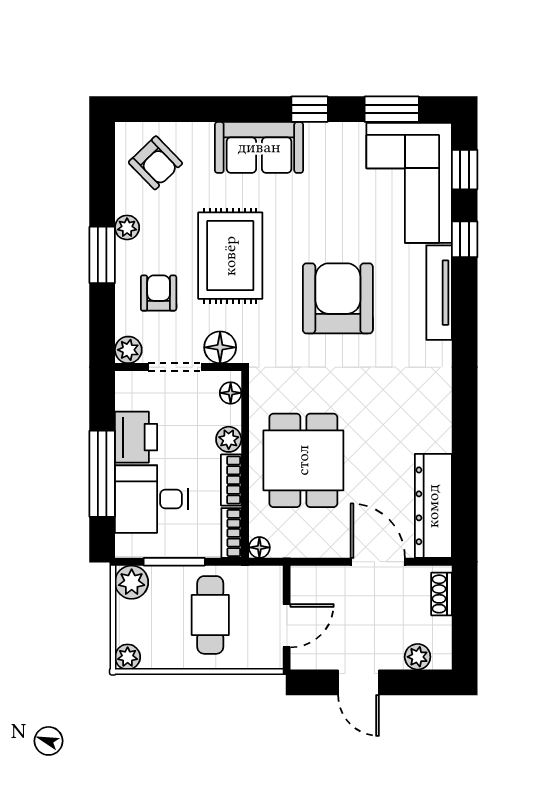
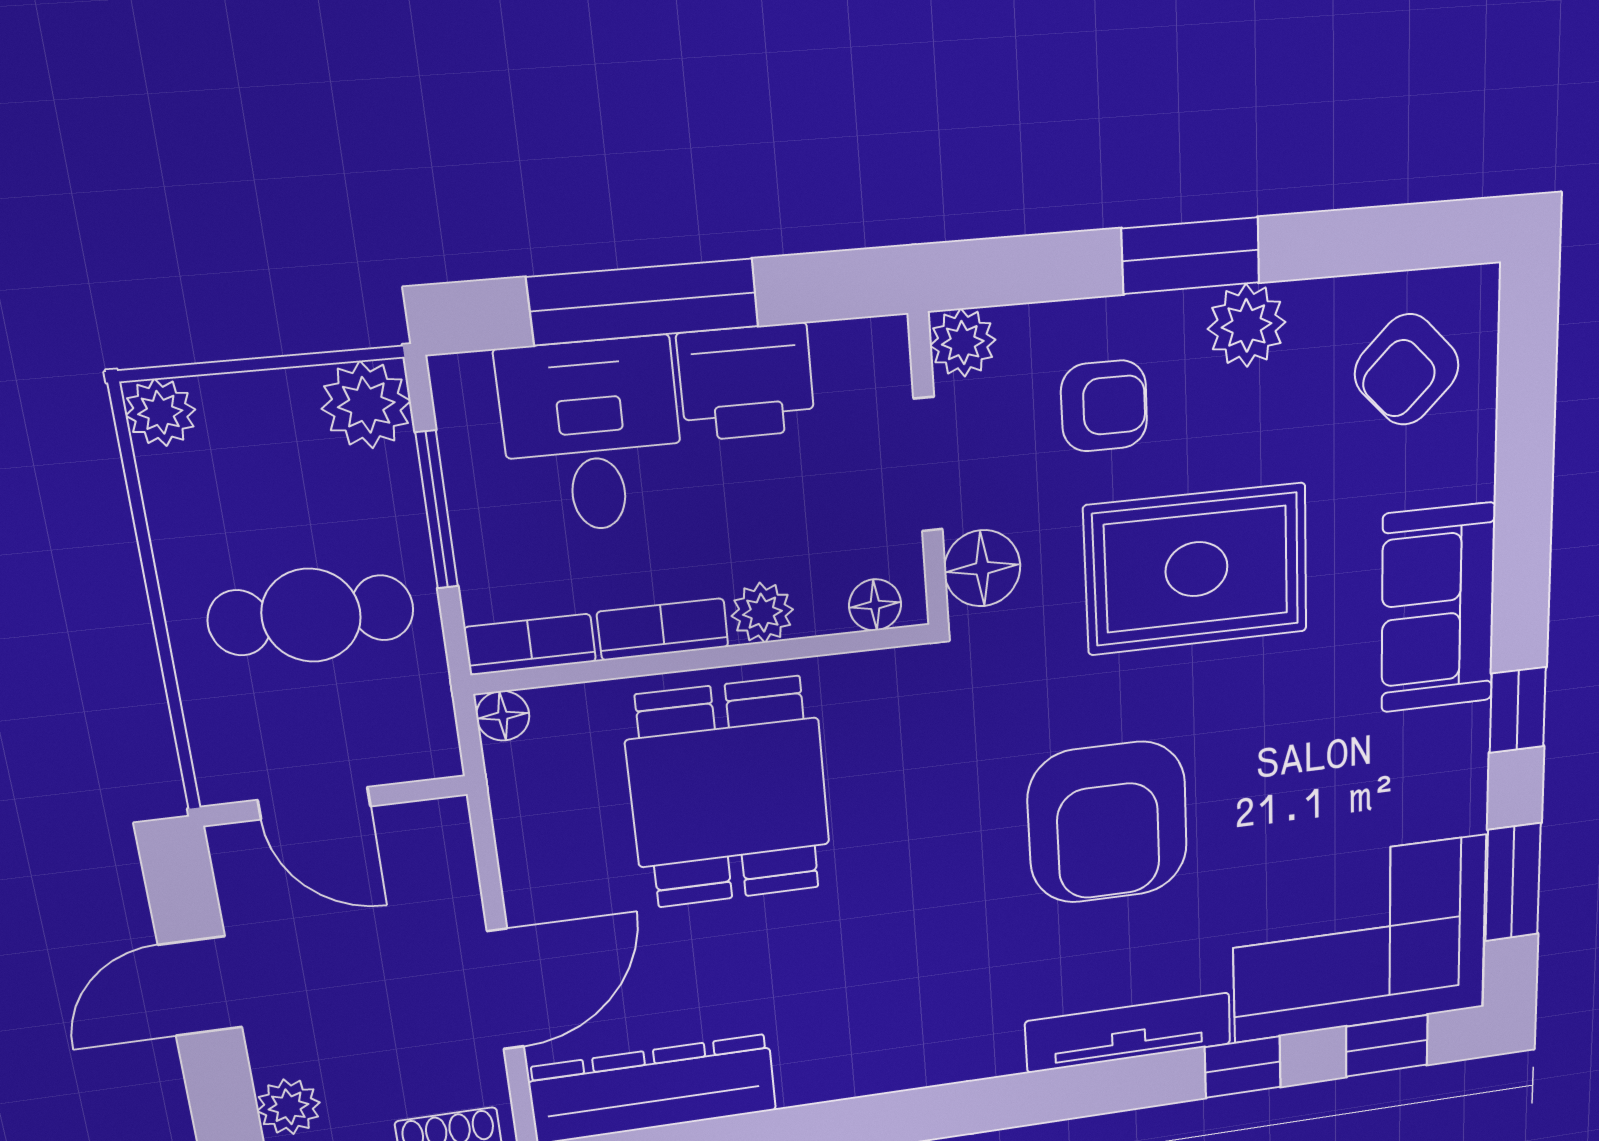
plant: (127, 227) -> (1247, 325), width x1.38, depth x1.38
armchair: (338, 298) -> (1108, 823), turned 90
dining table: (303, 460) -> (728, 793), turned 90

